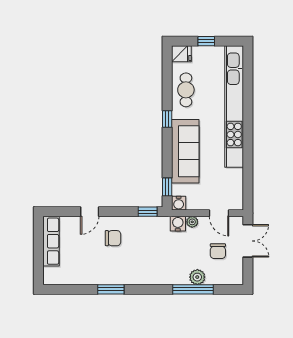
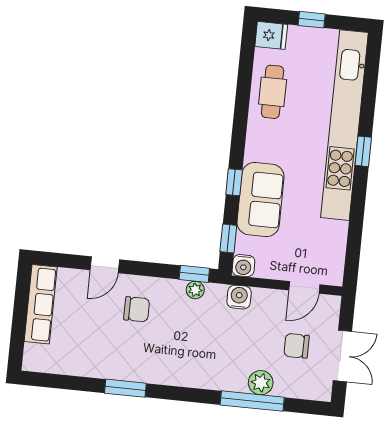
window: (167, 119) -> (234, 182), moved
window: (248, 122) -> (363, 151), added
sofa: (185, 151) -> (260, 199), width x0.73
door: (219, 213) -> (304, 287), hinge flipped
plant: (192, 222) -> (195, 290), moved
double door: (248, 241) -> (342, 356), moved
chair: (218, 251) -> (297, 346), turned 90

